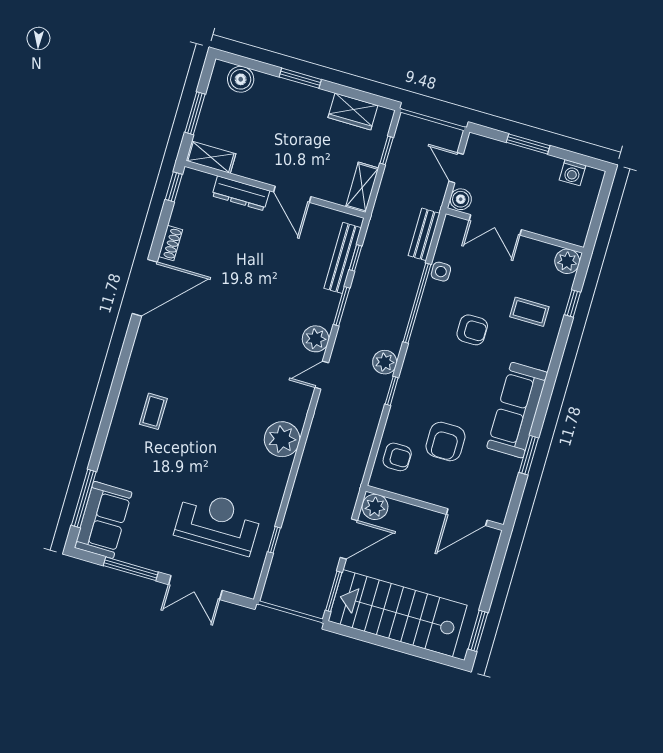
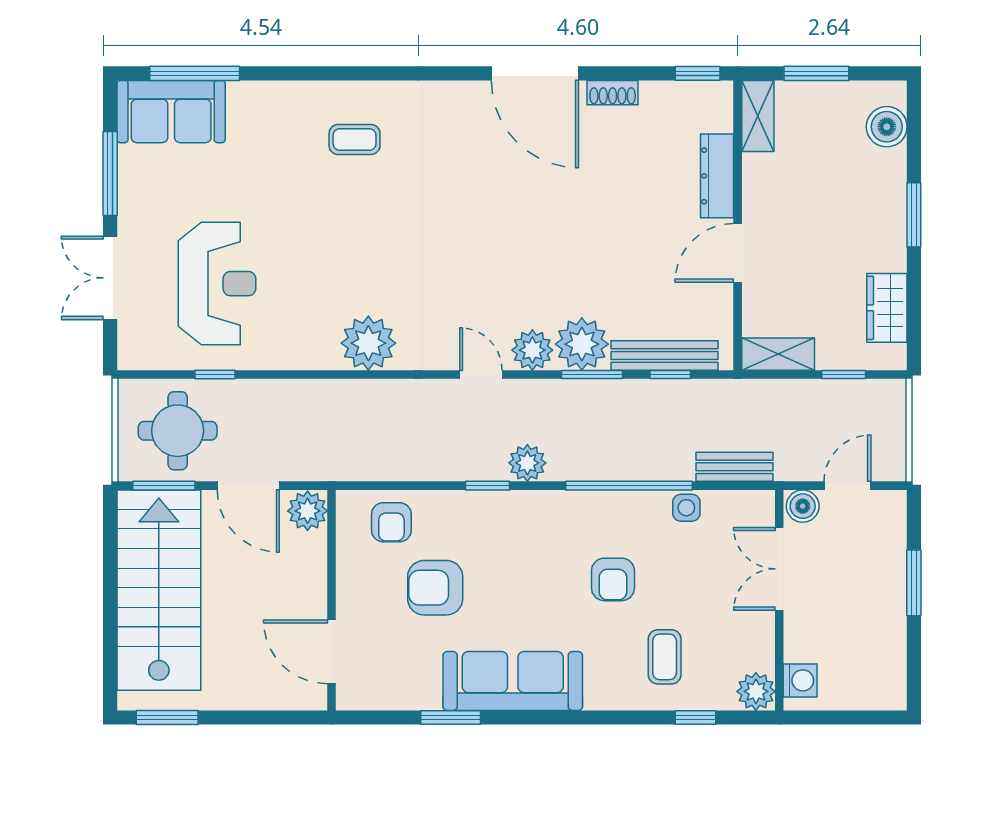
washing machine: (573, 173) -> (800, 680), moved, turned 180
plant: (321, 307) -> (582, 344), added
round table: (302, 573) -> (178, 431), added

